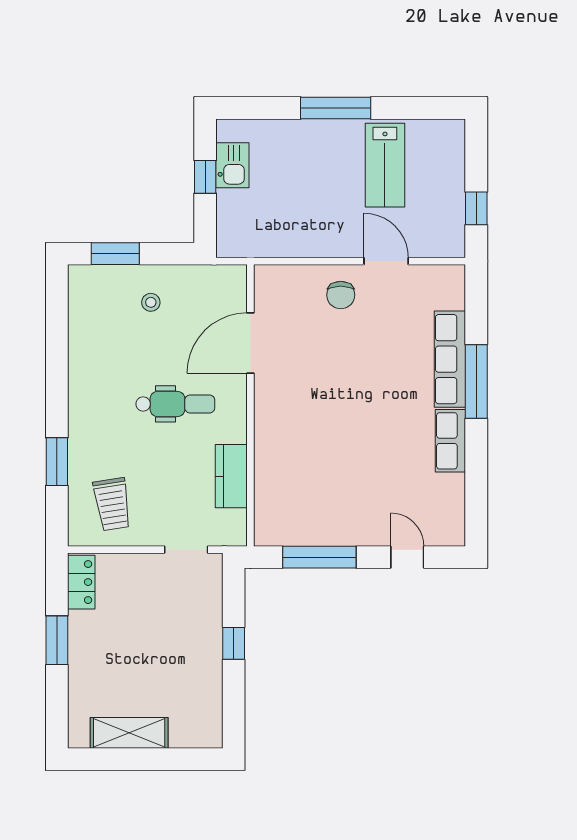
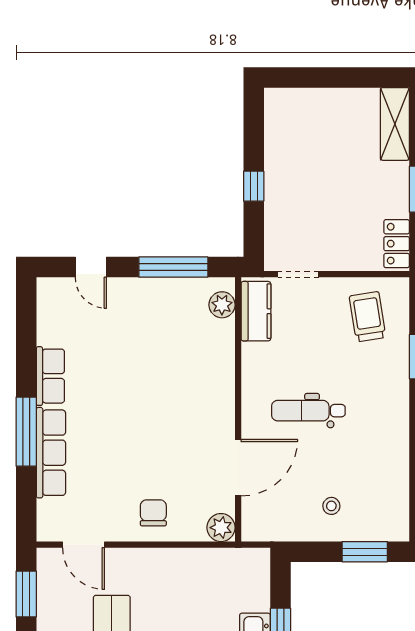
window: (476, 208) -> (26, 594), width x1.50
door: (386, 261) -> (84, 545), moved
plant: (269, 279) -> (221, 528), added
kitchen counter: (231, 476) -> (256, 311), moved
plant: (267, 517) -> (222, 305), added
shelving: (129, 733) -> (395, 124), moved, turned 90

